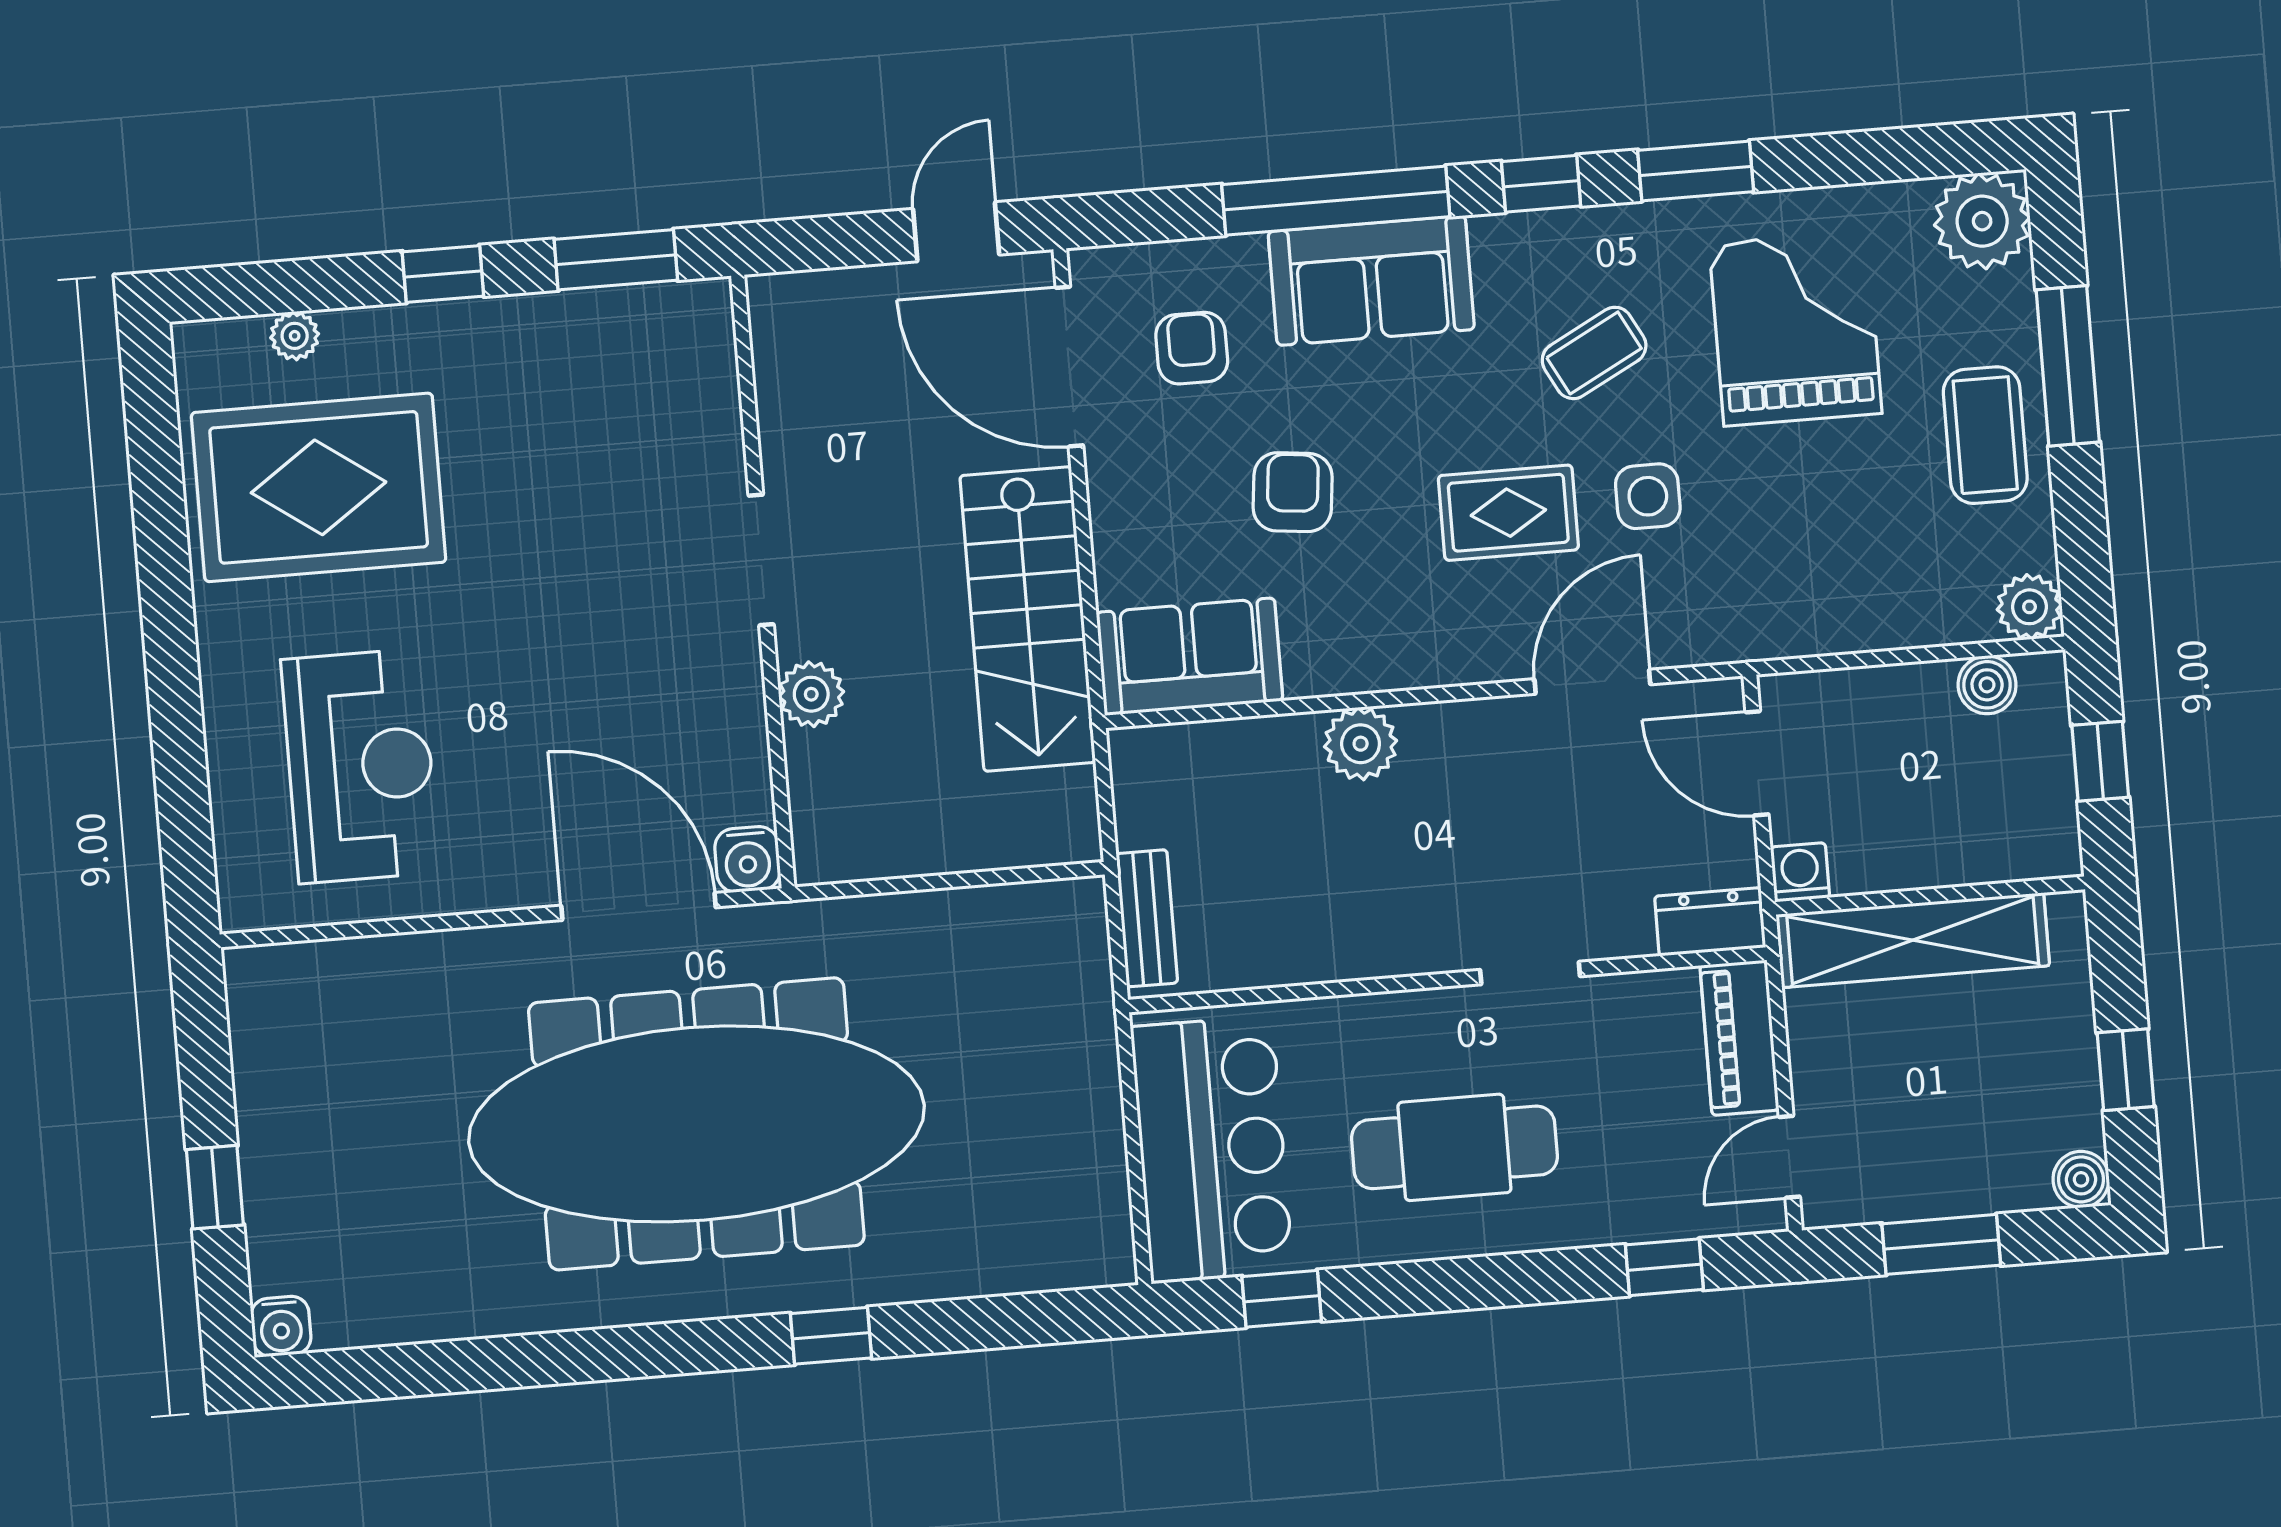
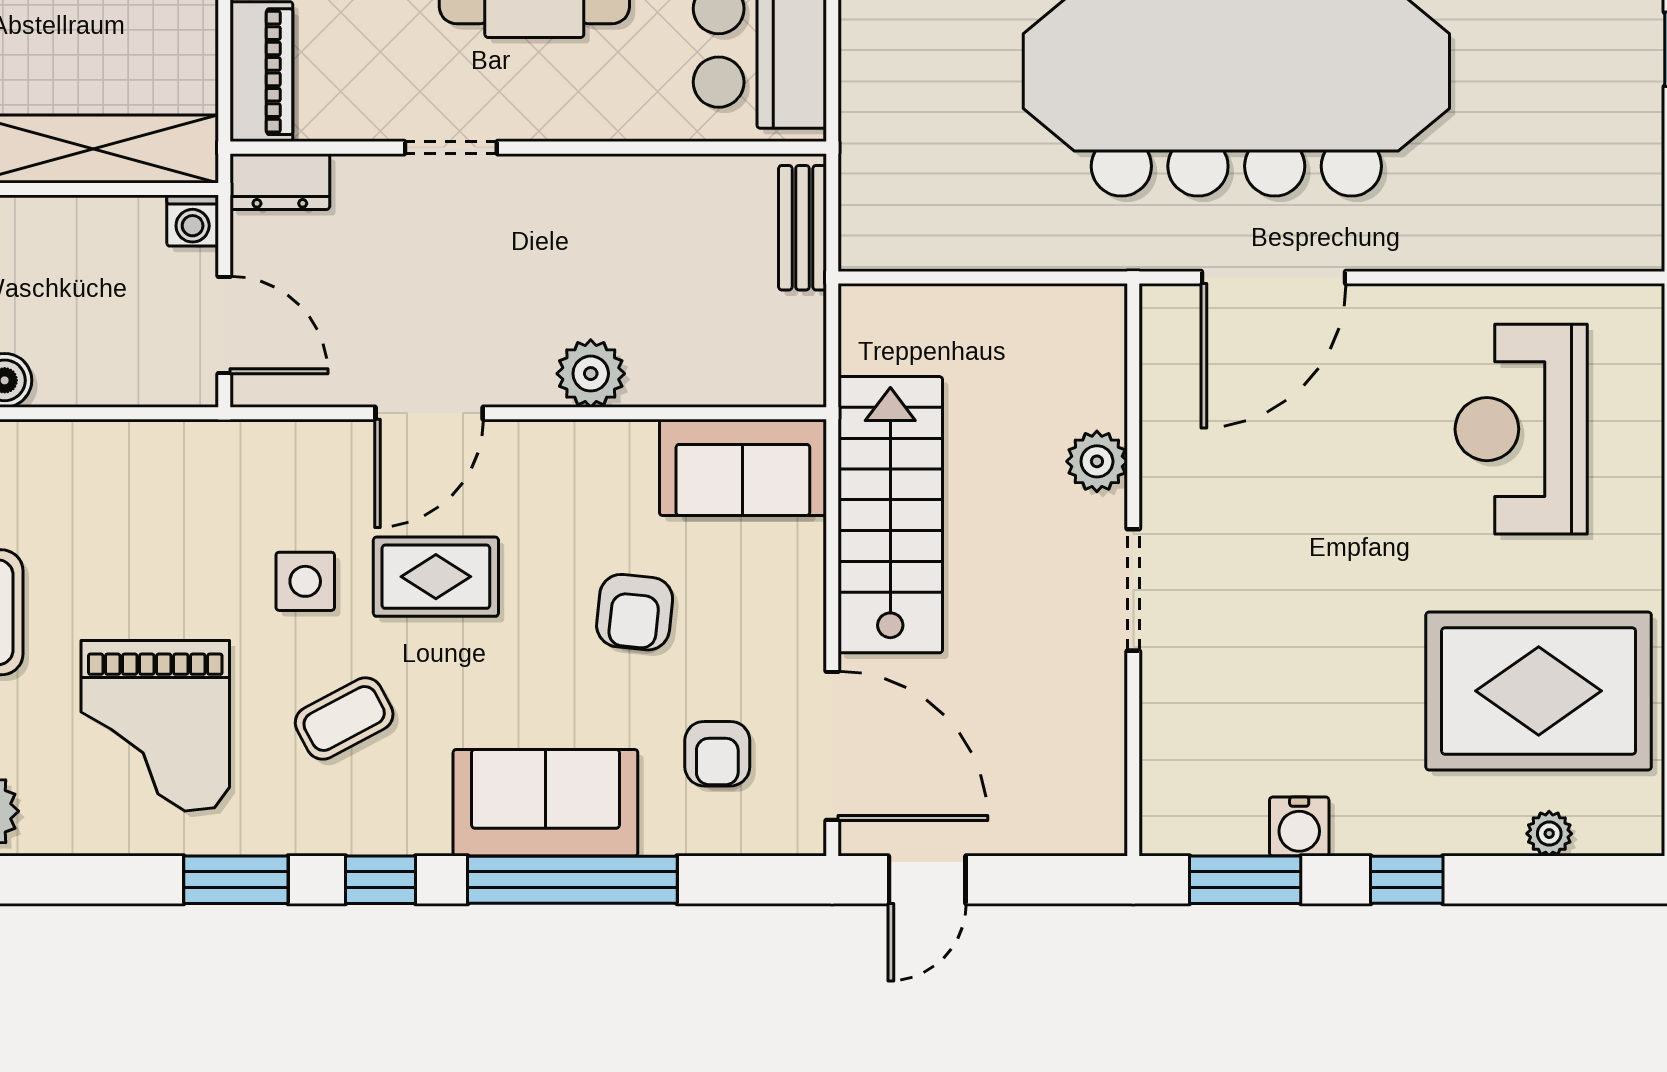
door: (1592, 682) -> (429, 413), moved
water cooler: (747, 859) -> (1299, 826), moved, turned 180
door: (638, 906) -> (1274, 278), hinge flipped

